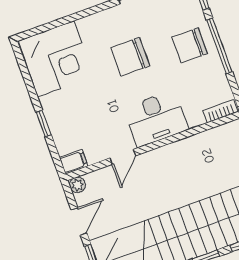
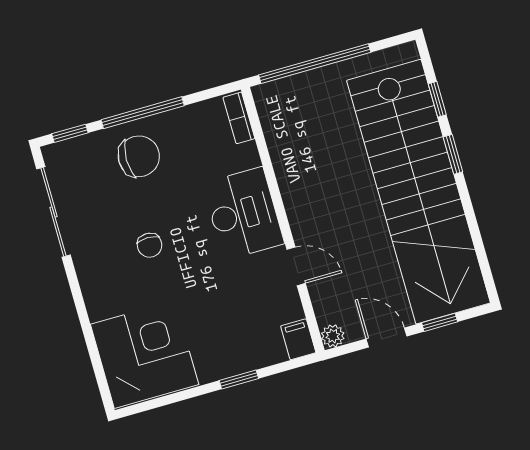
chair: (190, 45) -> (139, 156), turned -90
chair: (130, 57) -> (150, 245), width x0.54, depth x0.54

